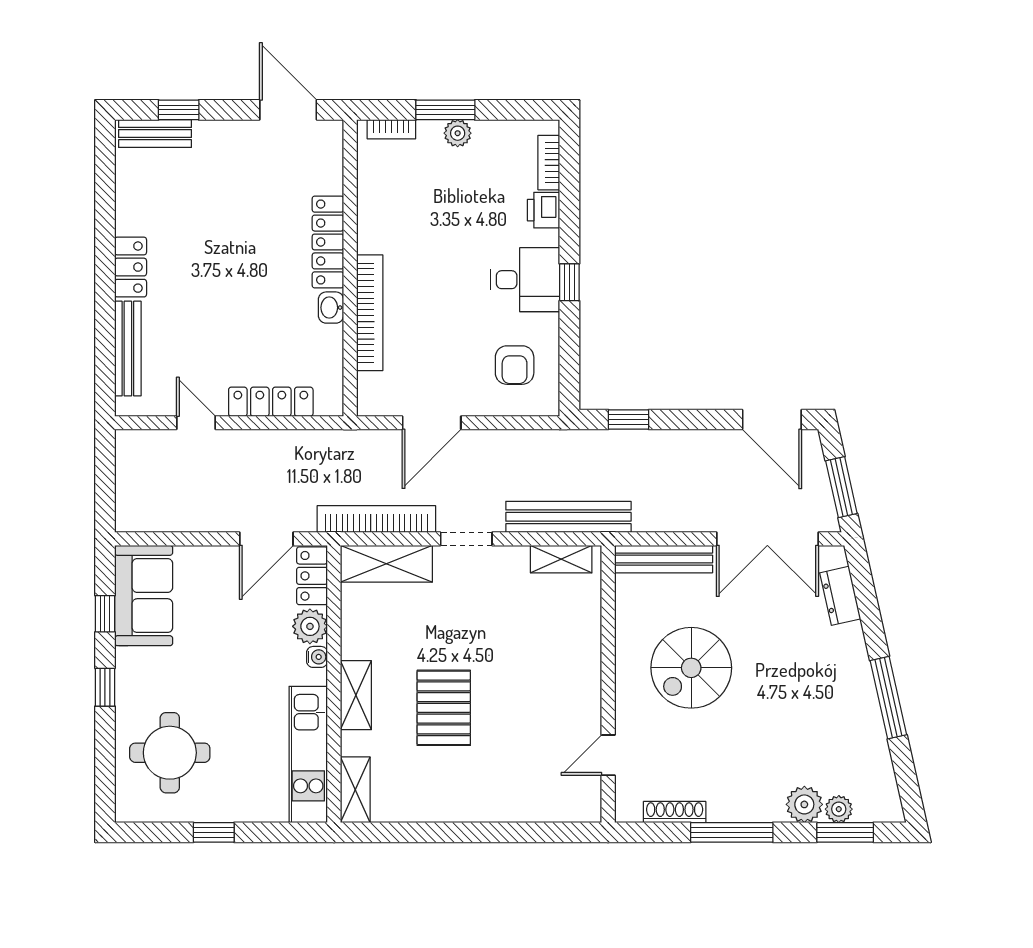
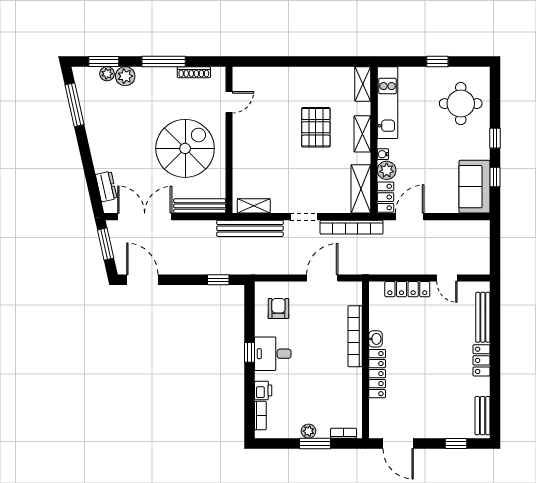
bench: (155, 134) -> (483, 416), moved, turned 90
shelving: (386, 564) -> (361, 189), moved, turned 90
spiral stairs: (691, 668) -> (185, 148), width x1.37, depth x1.37
window: (888, 698) -> (75, 105), moved

